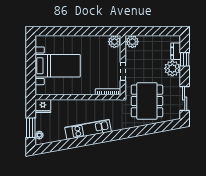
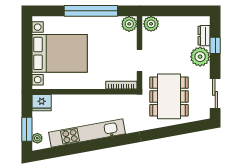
window: (83, 31) -> (91, 11), added
bed with nightstands: (58, 66) -> (60, 53), width x1.36
kitchen unit: (88, 129) -> (87, 133), width x1.36

